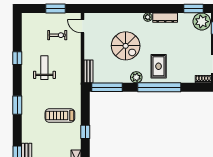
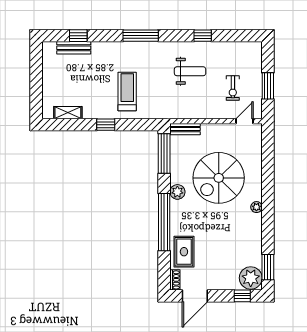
dresser: (165, 18) -> (256, 230), removed
spiral stairs: (126, 46) -> (219, 178), width x1.37, depth x1.37
rug: (159, 66) -> (184, 252), moved, turned 90
window: (17, 105) -> (141, 36), width x1.44

